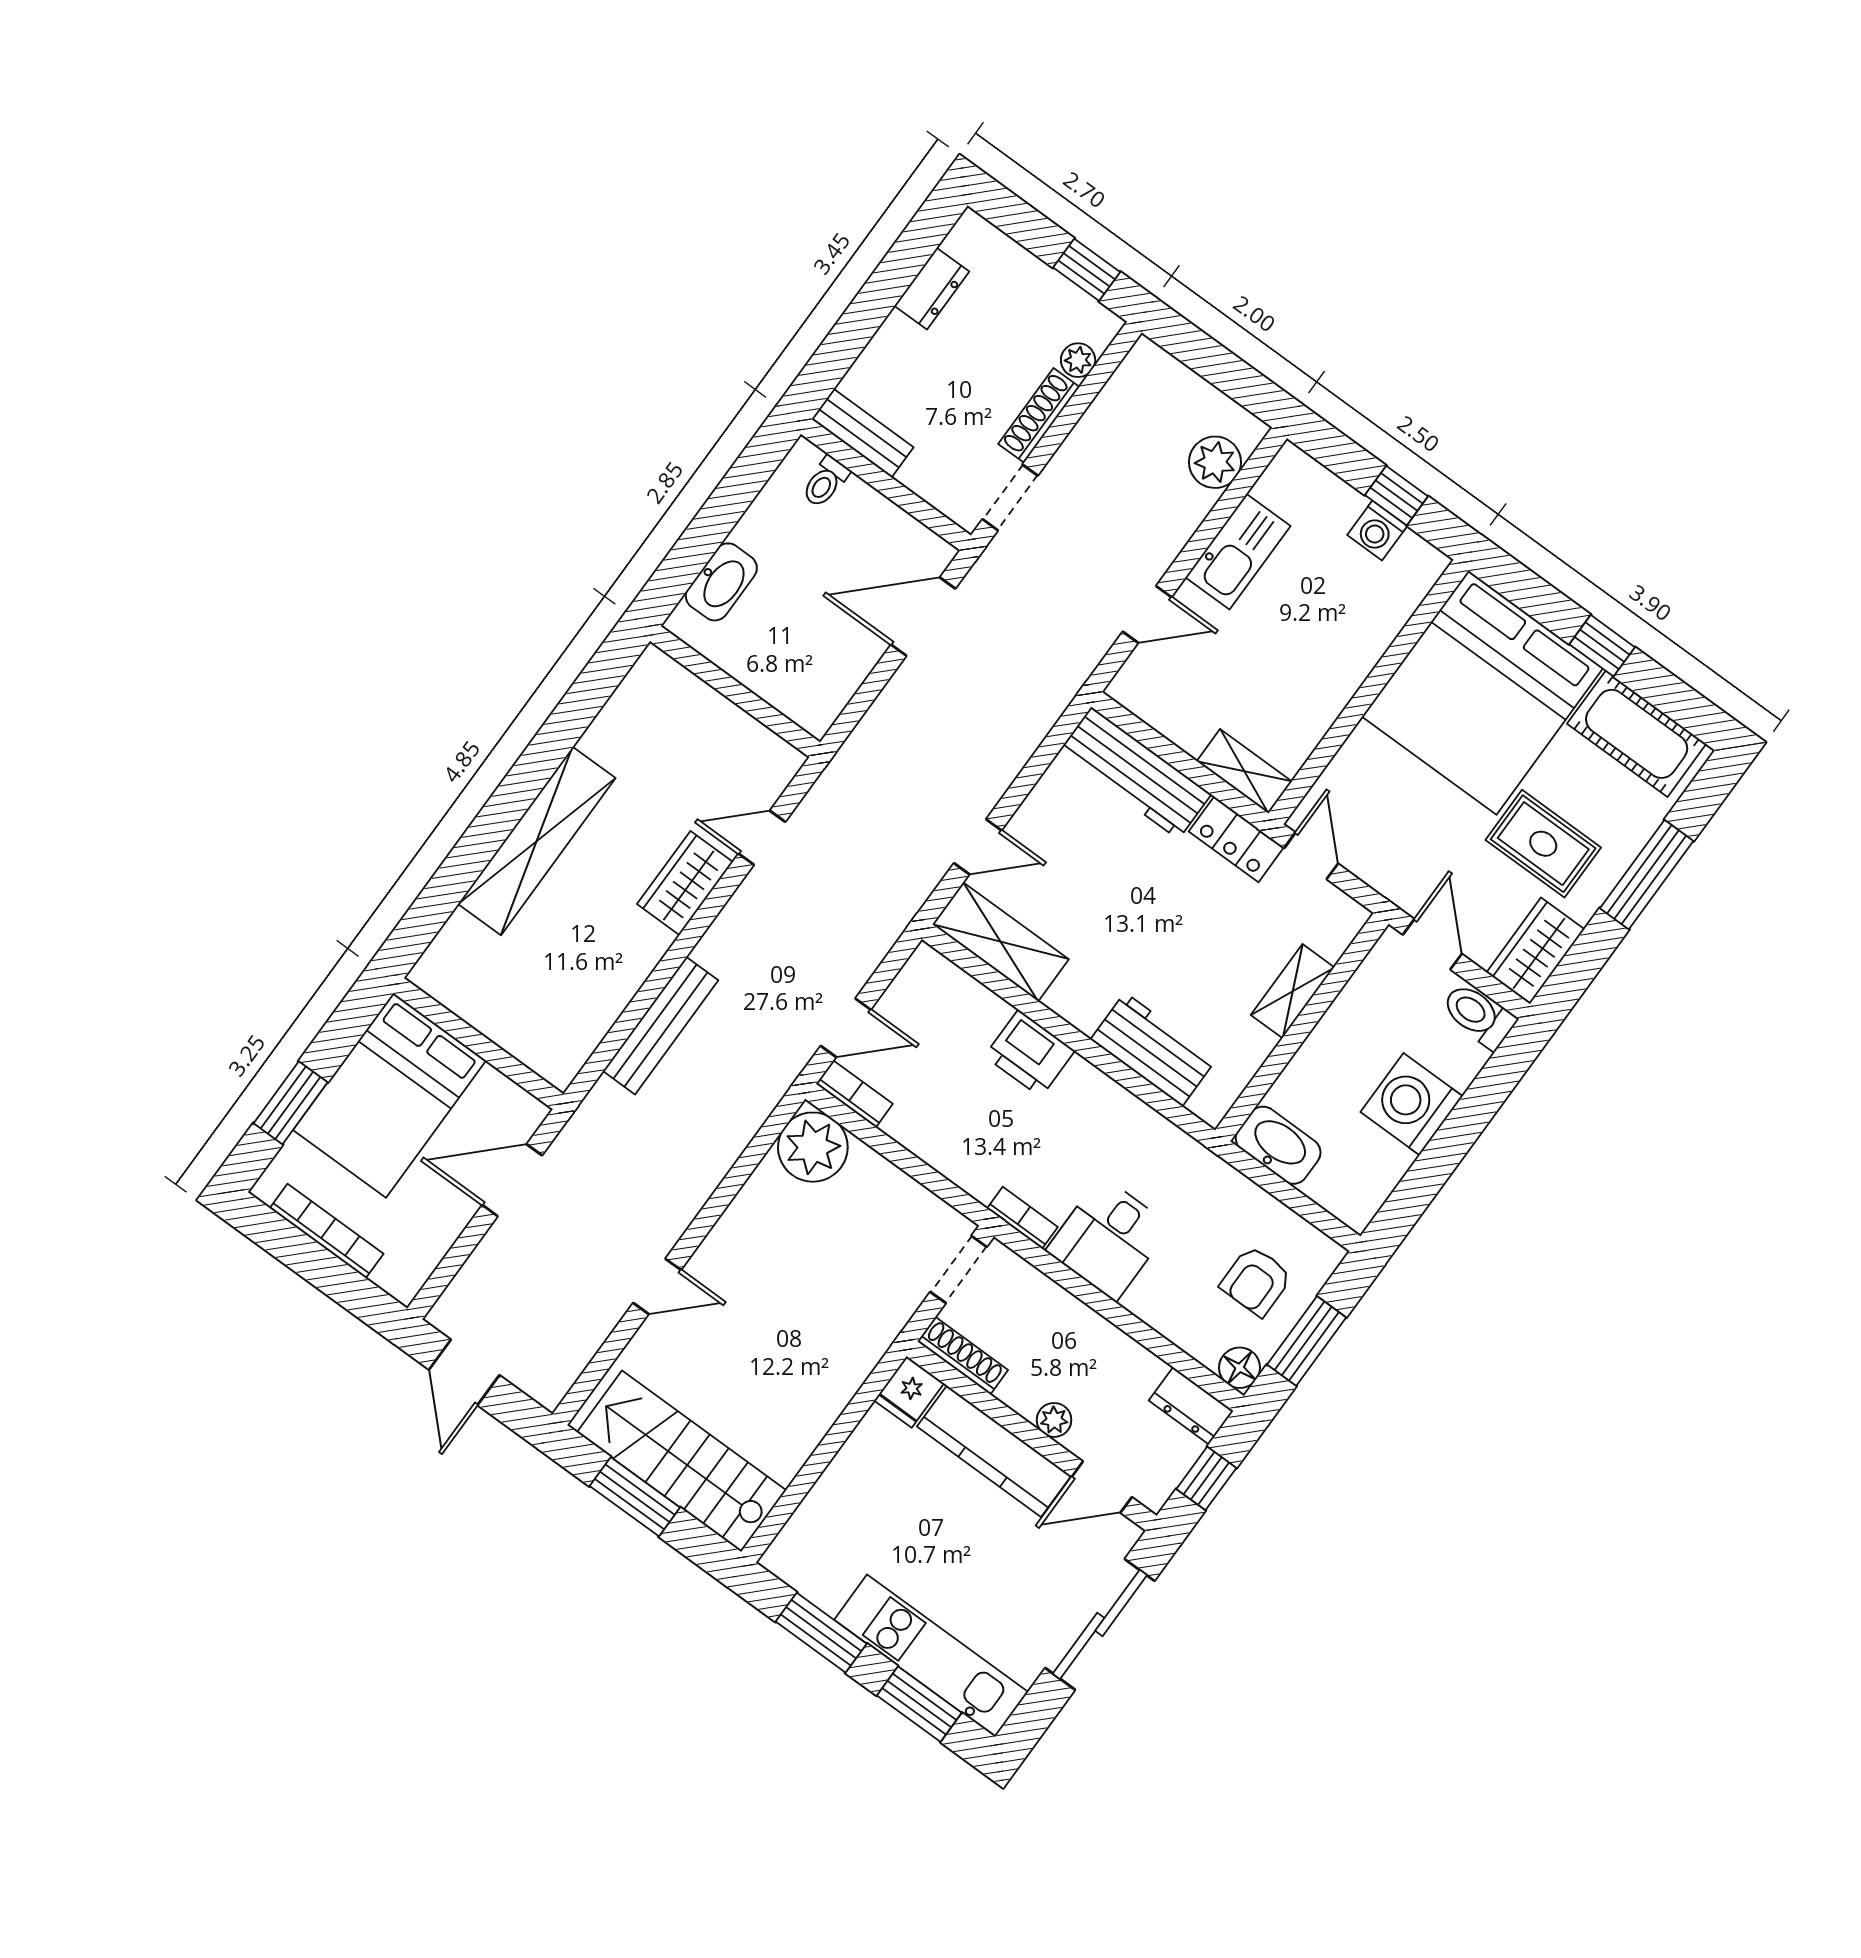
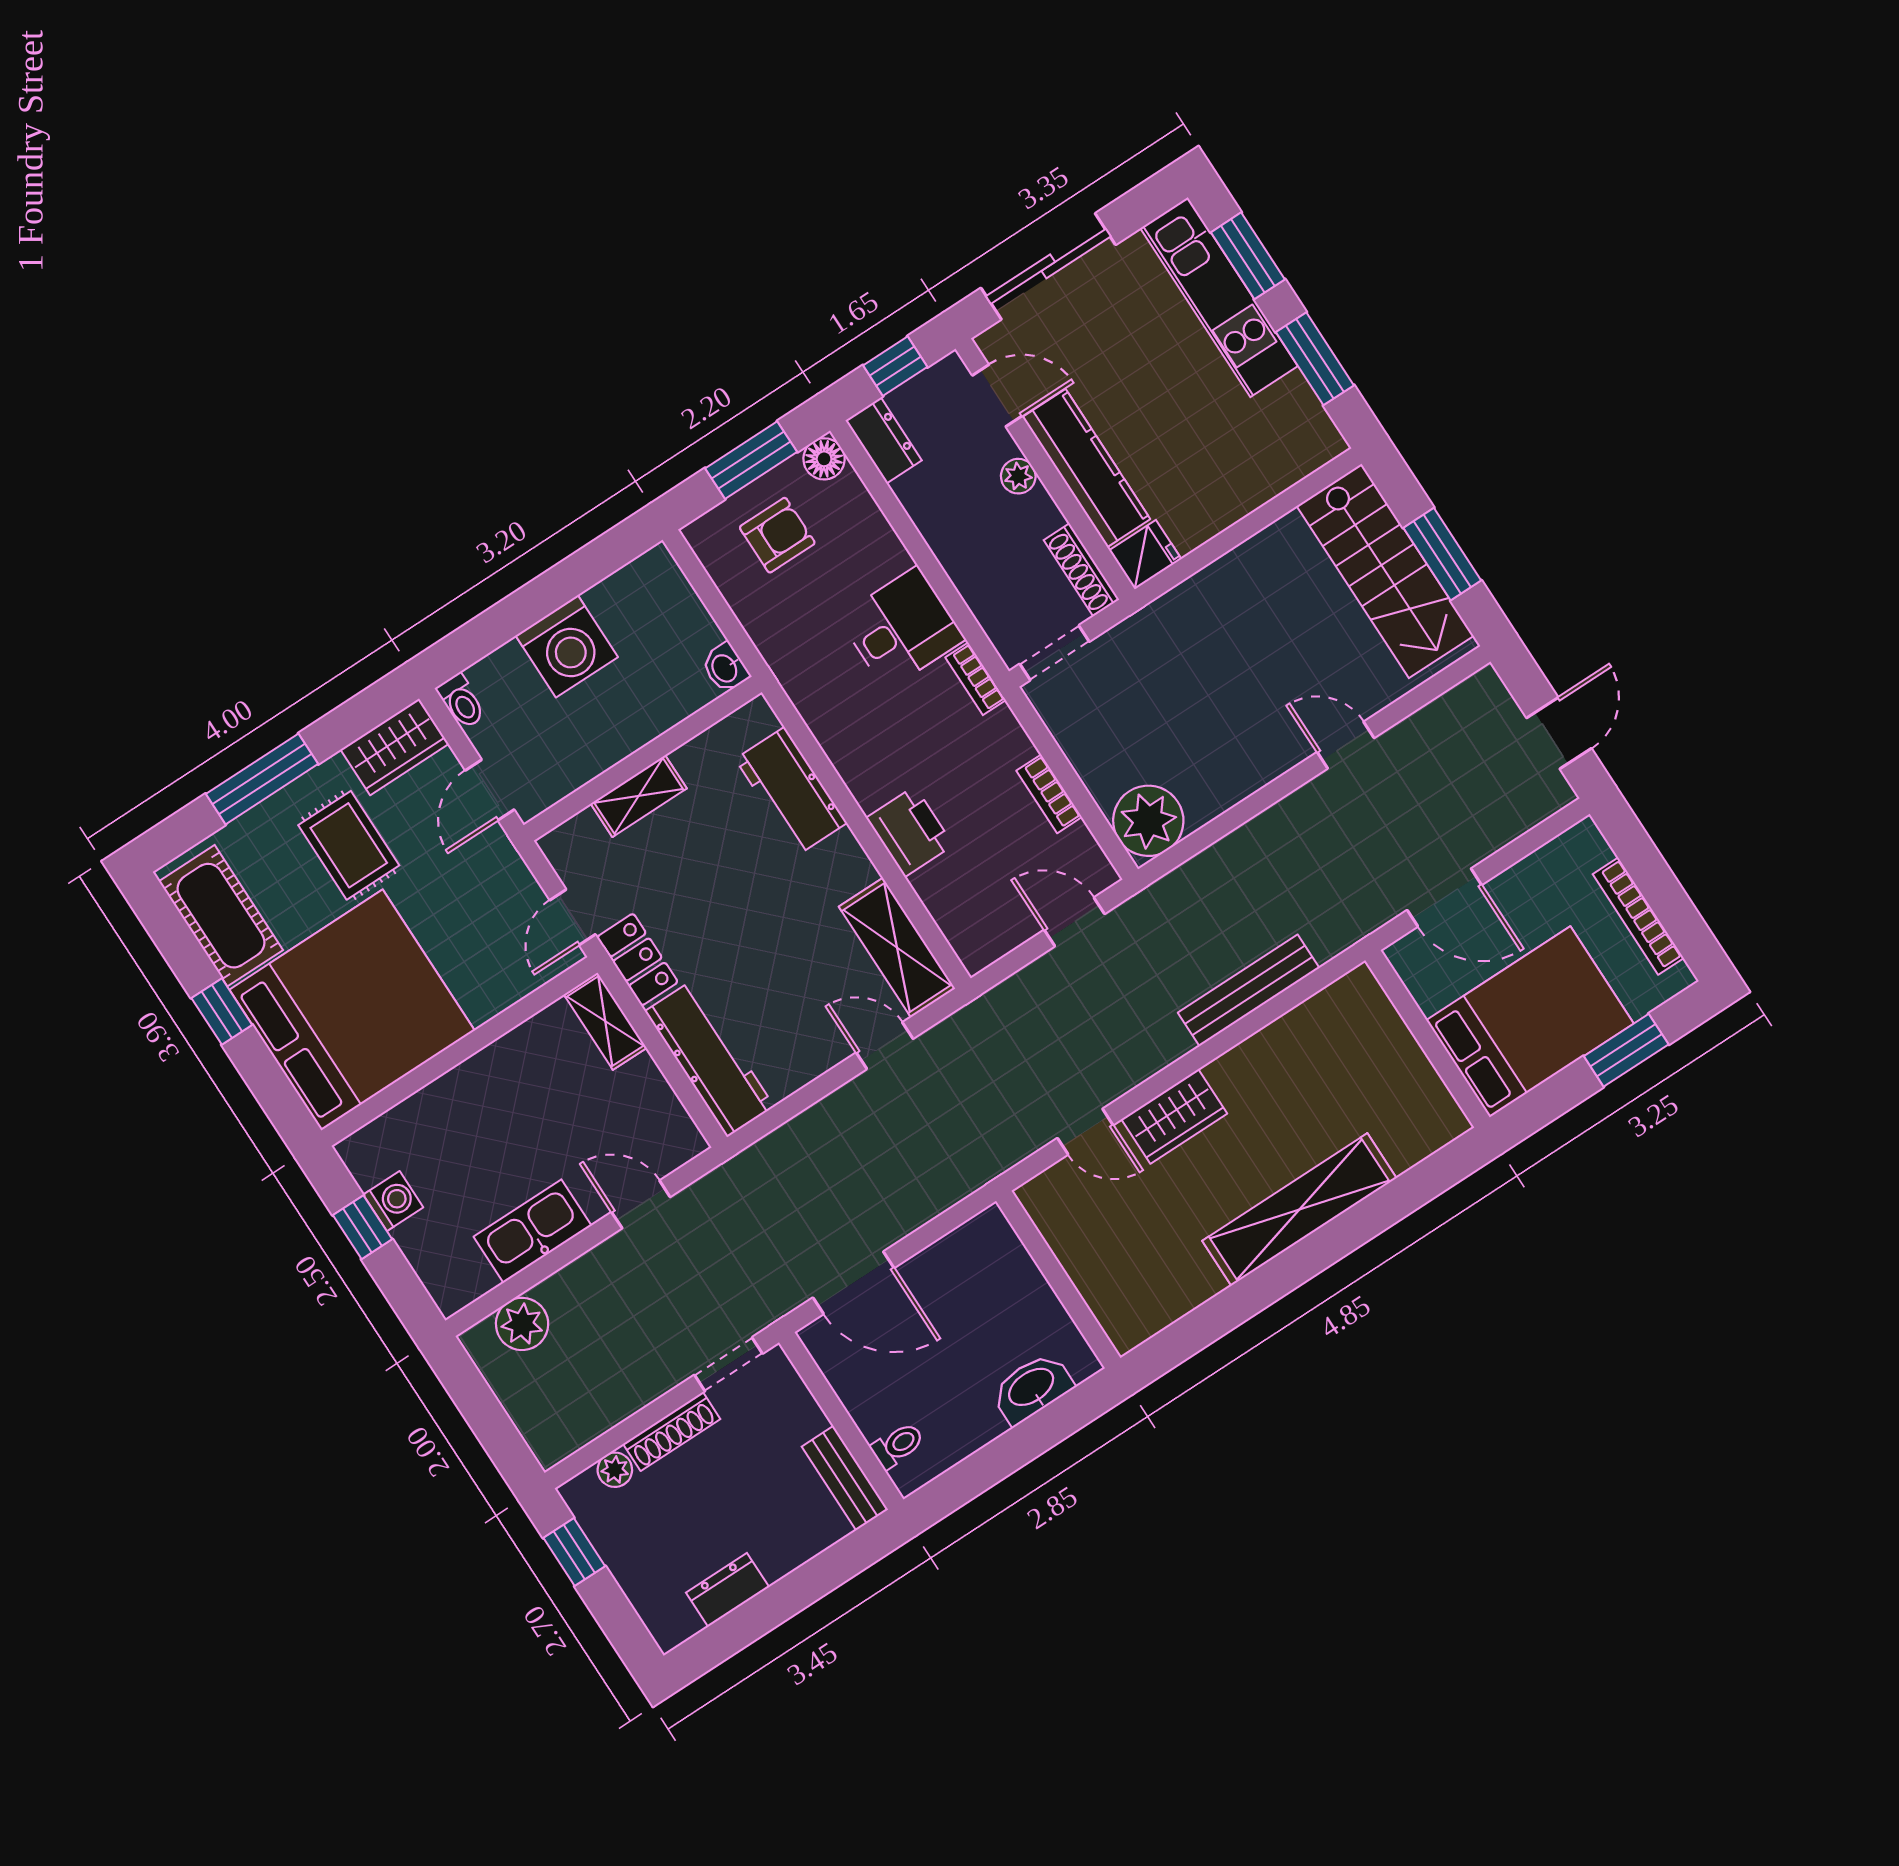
toilet: (1479, 1015) -> (461, 701), width x0.73, depth x0.72
bookcase: (854, 1094) -> (1049, 794), moved
washbasin: (1278, 1145) -> (725, 668), width x0.52, depth x0.69

